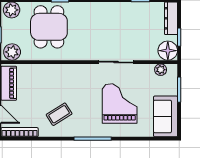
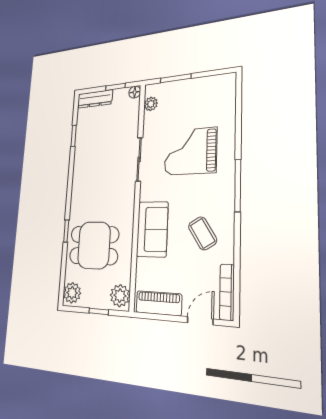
floor lamp: (168, 51) -> (135, 92), width x0.53, depth x0.53
sofa: (166, 116) -> (152, 229), moved, turned -90

